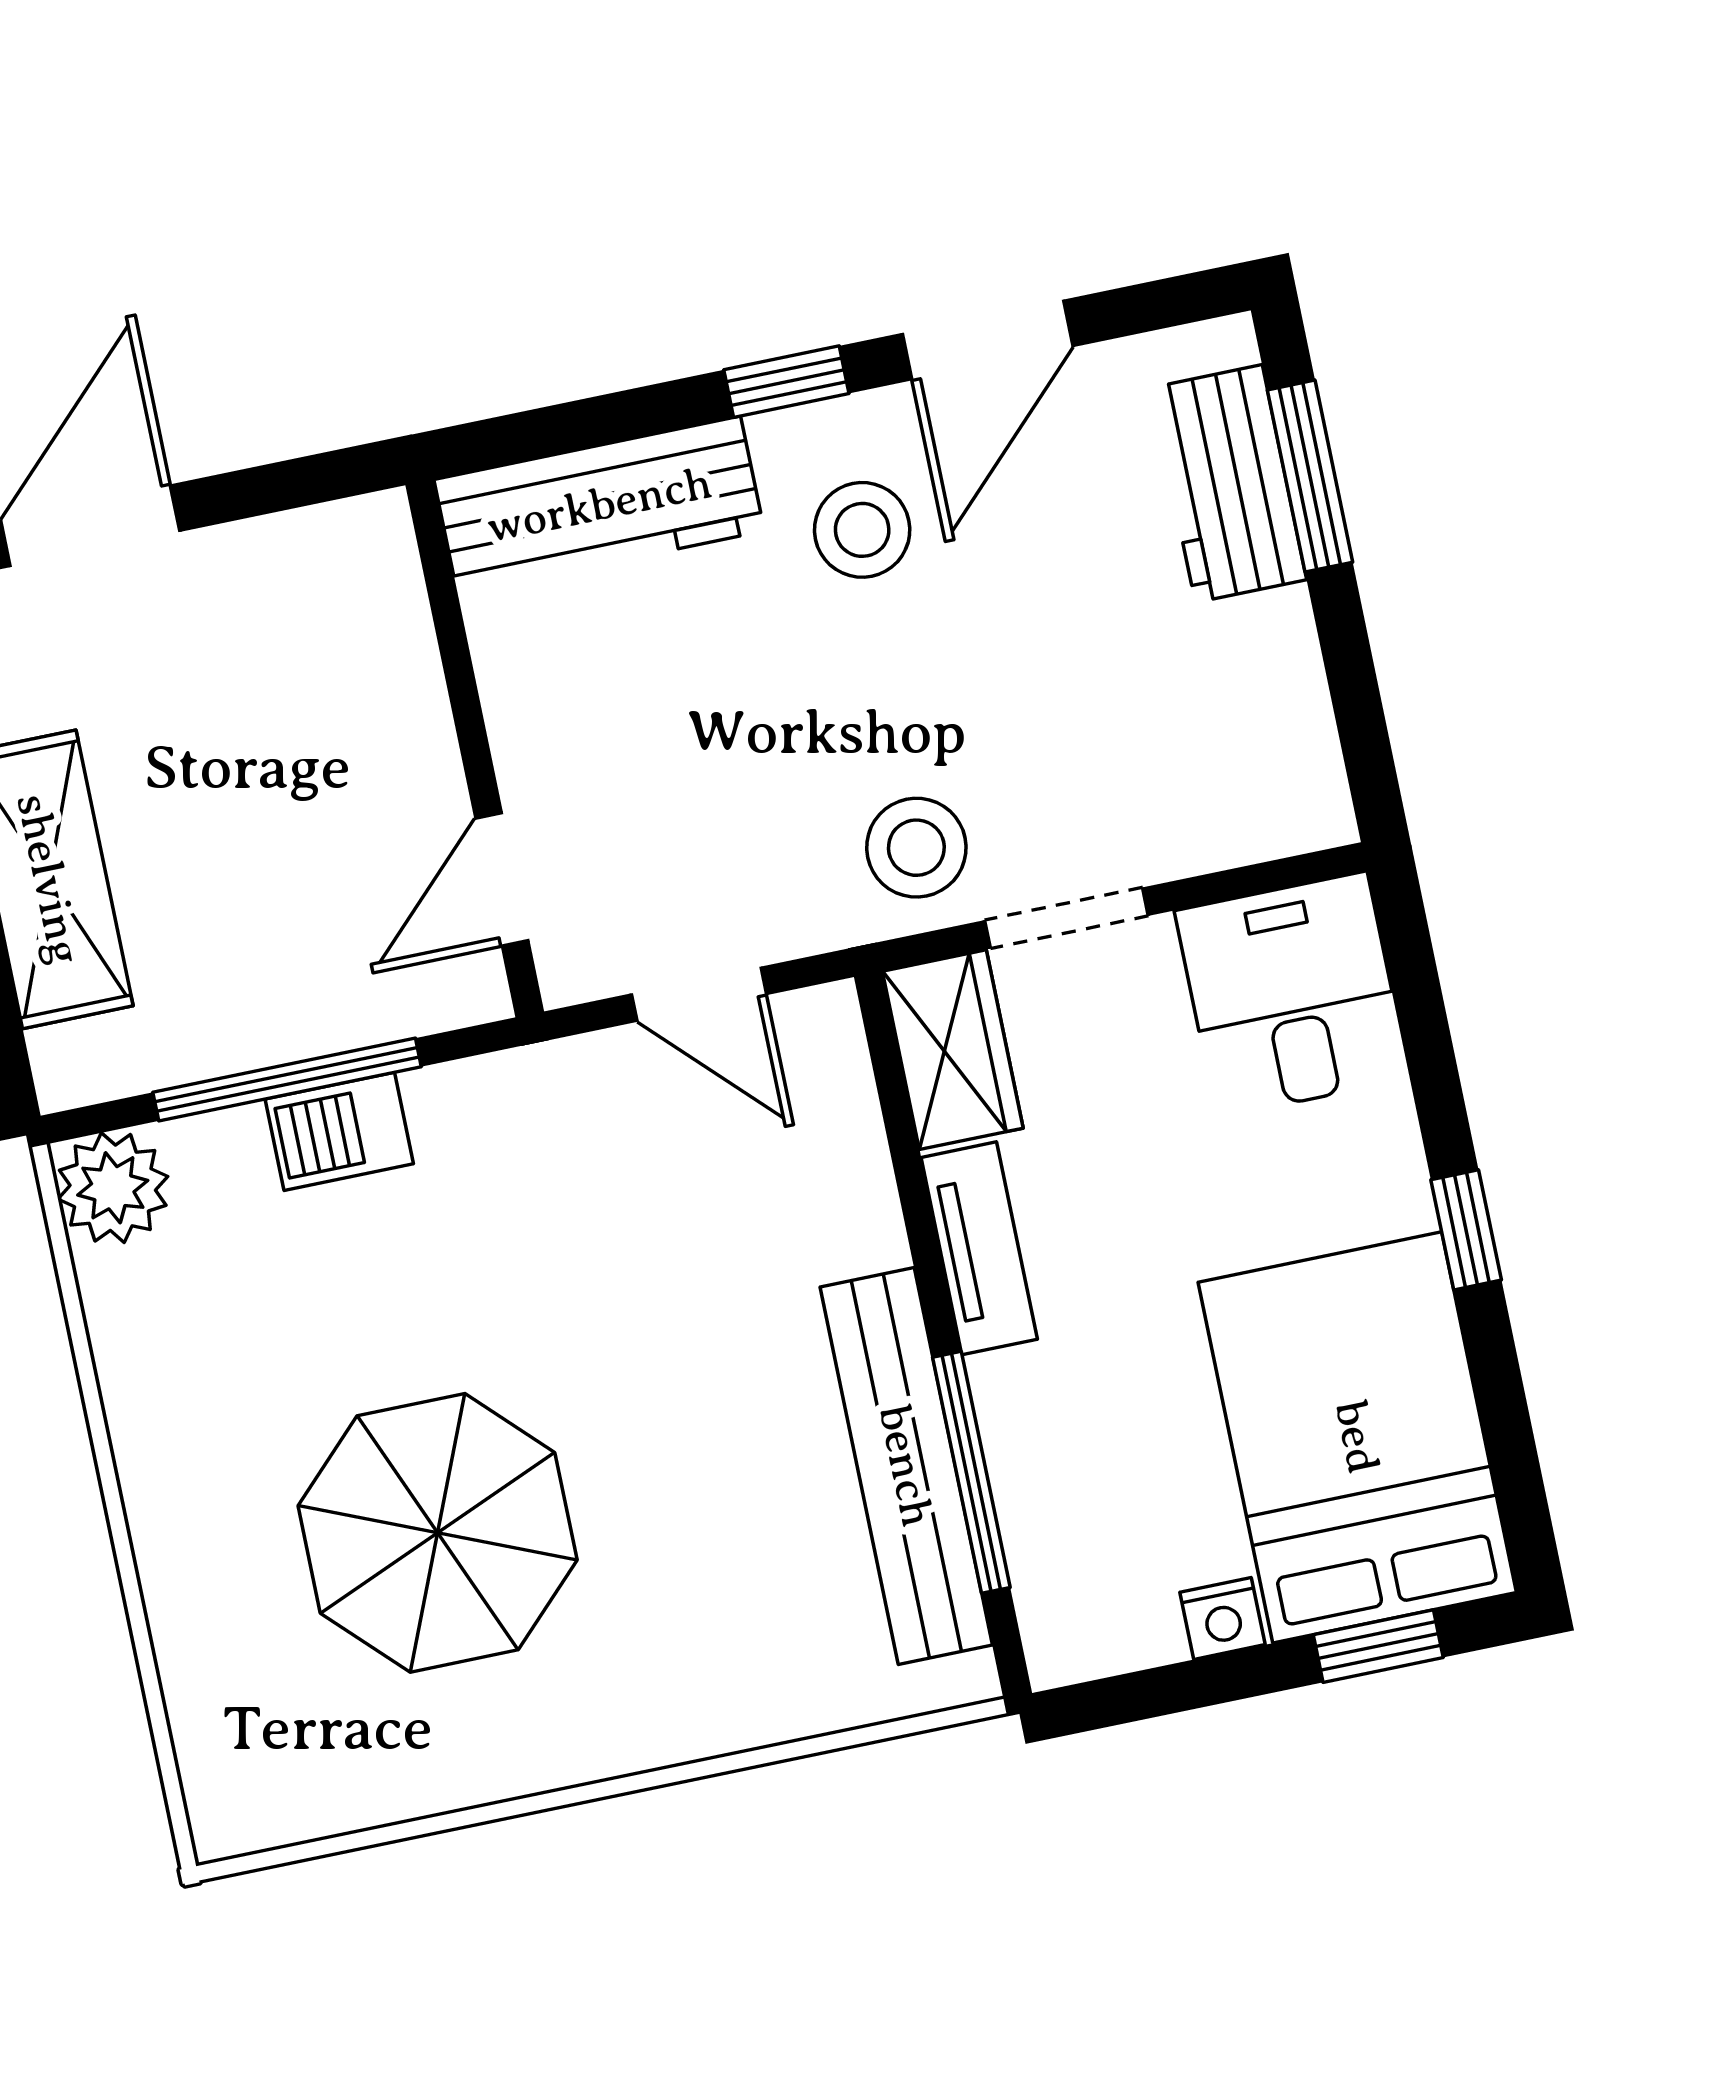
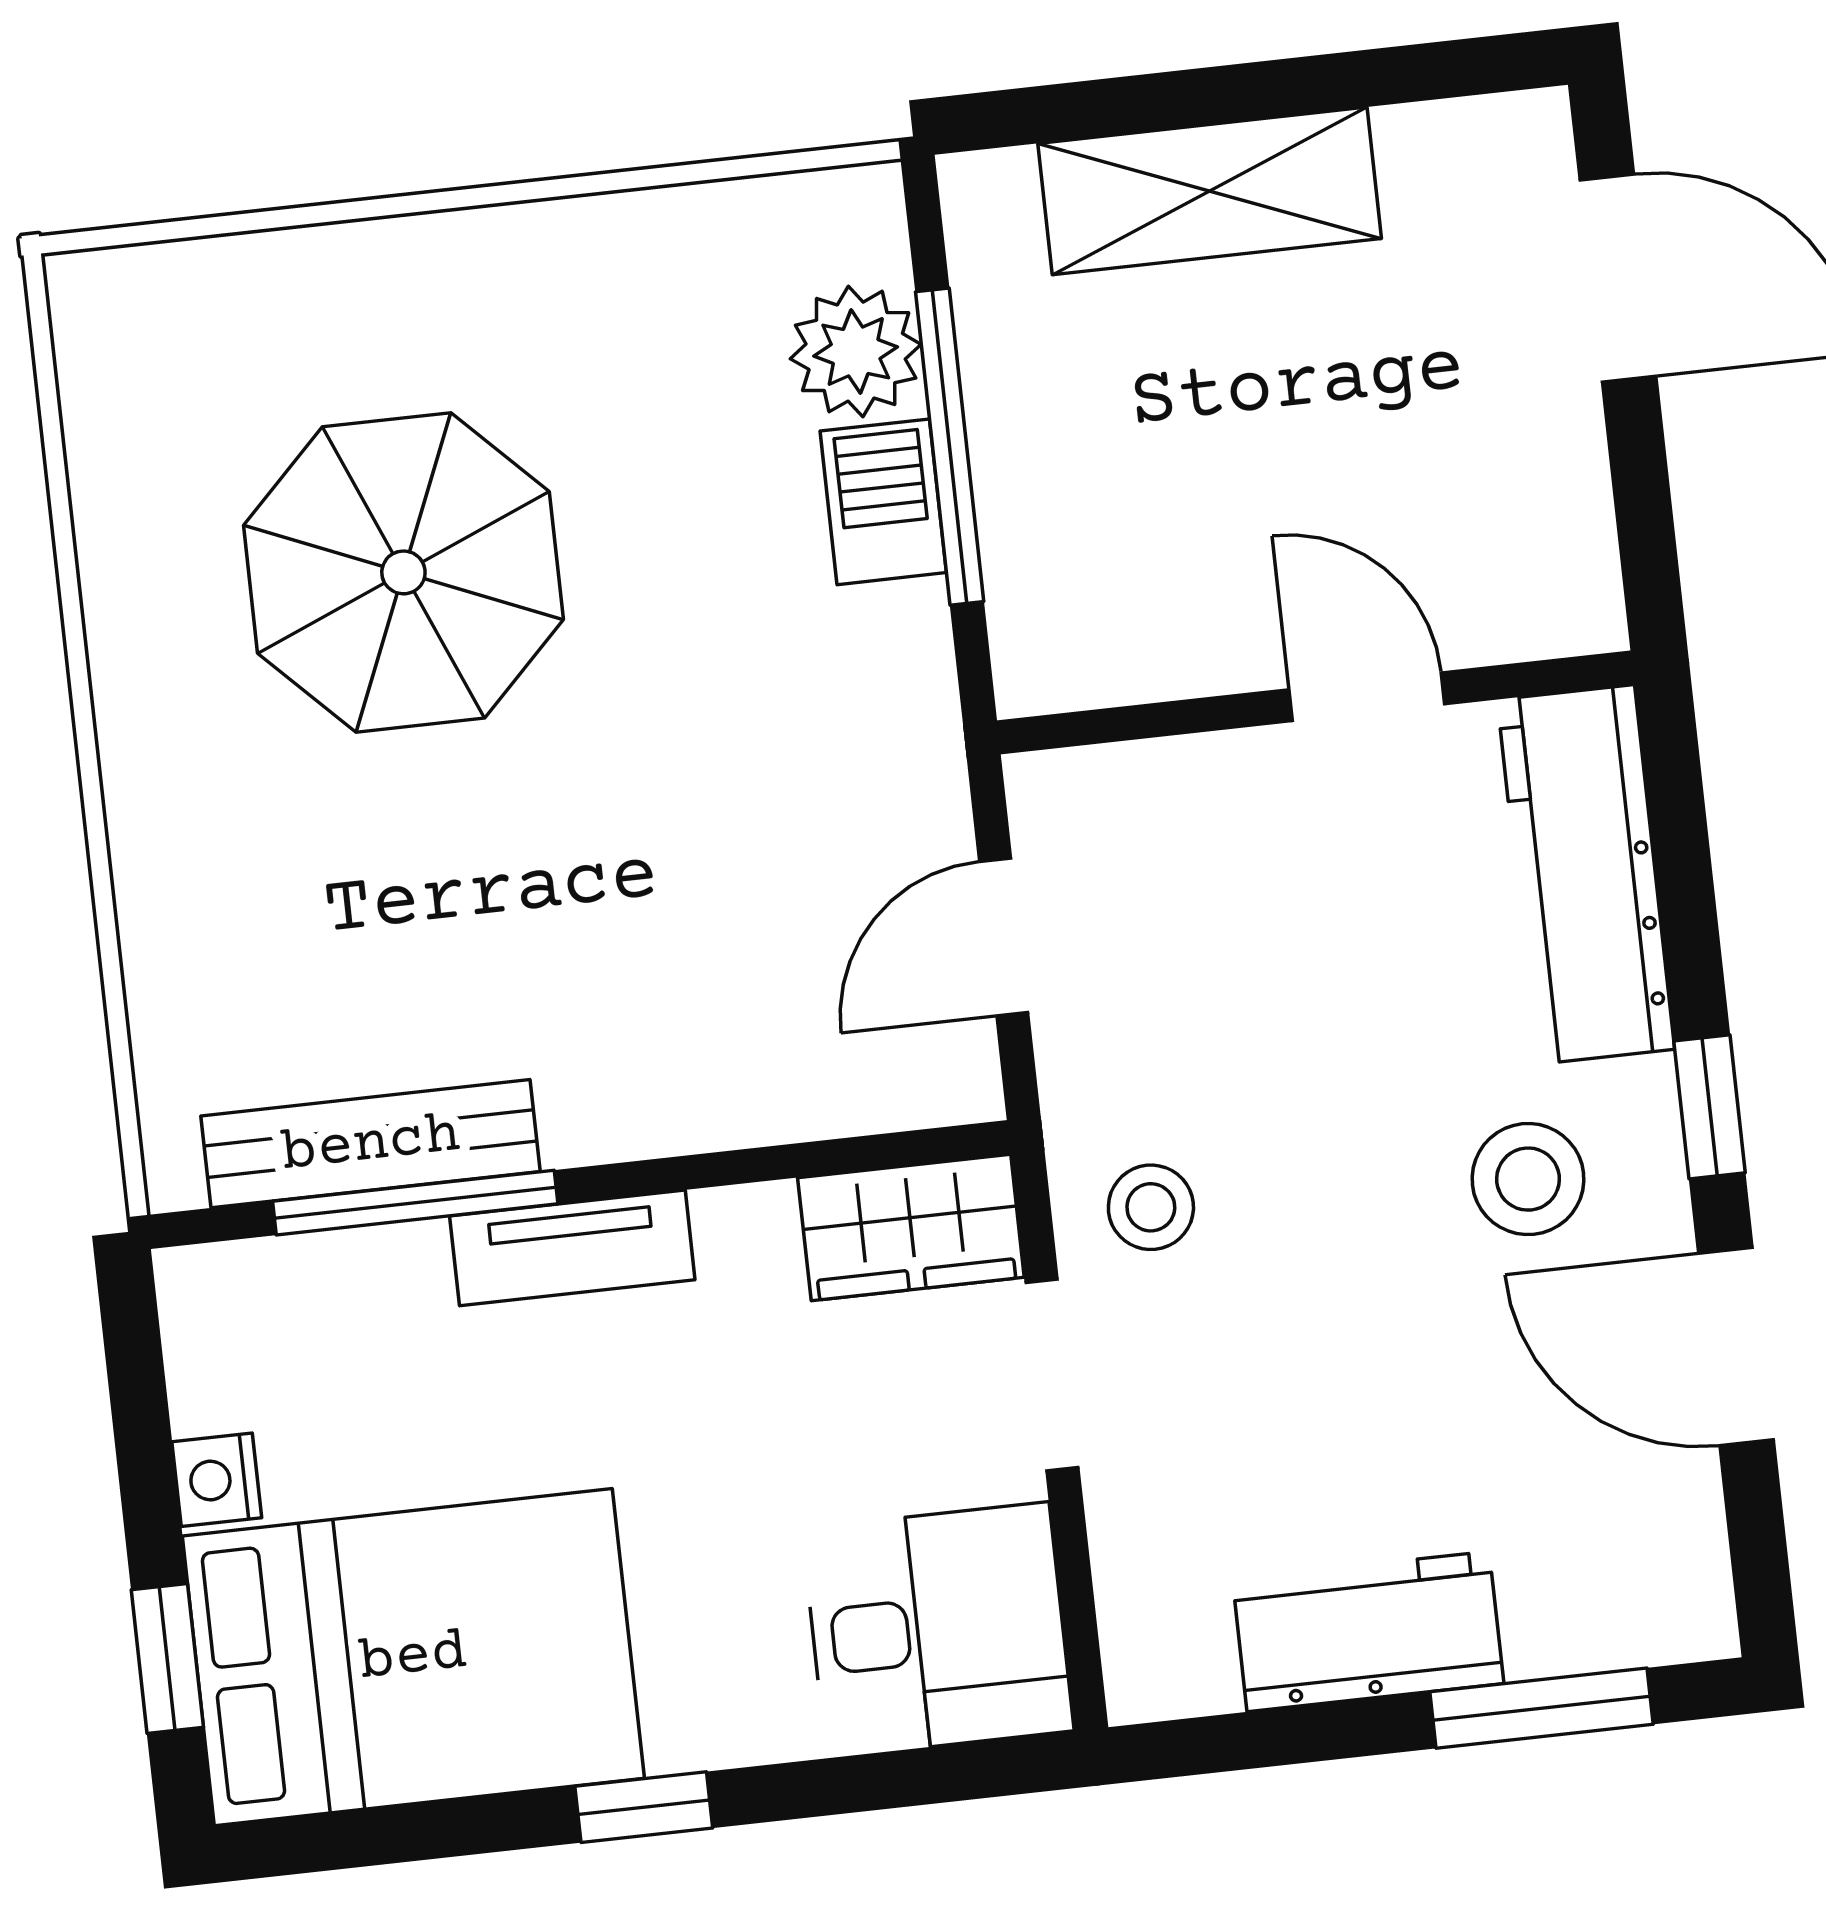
workbench: (1229, 484) -> (1368, 1631), moved
stool: (916, 848) -> (1151, 1207), width x0.73, depth x0.73
door: (502, 880) -> (1367, 697), moved
plant: (113, 1188) -> (856, 352), moved
tv unit: (979, 1248) -> (572, 1248), moved
bench: (906, 1466) -> (371, 1144), width x0.73, depth x0.82

